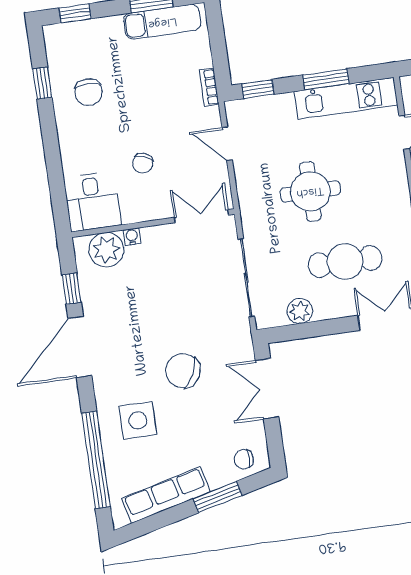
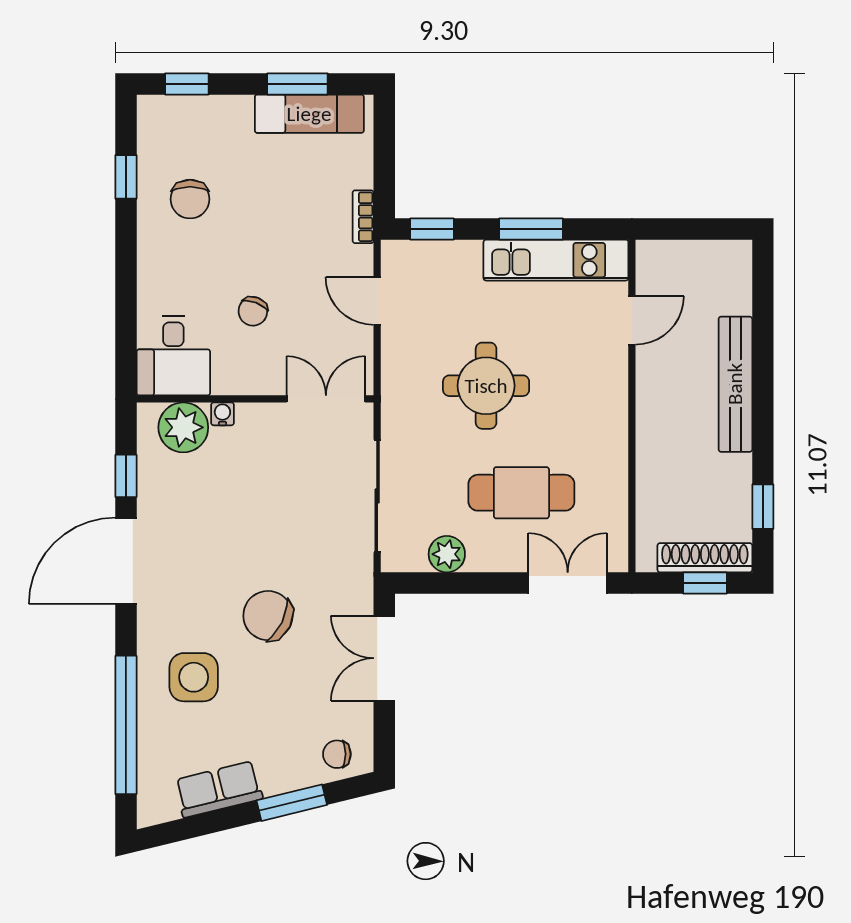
row of seats: (166, 495) -> (219, 789), width x0.68

